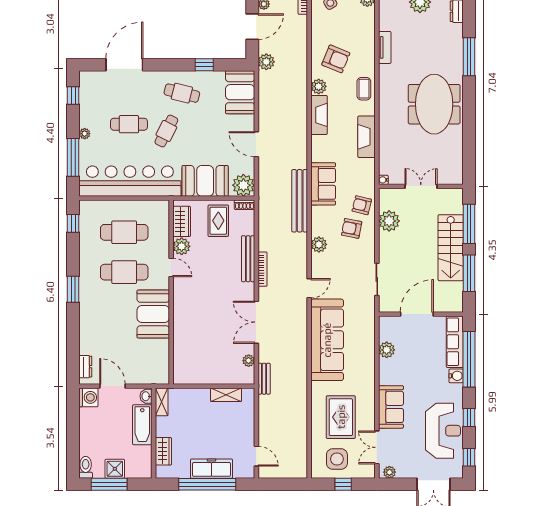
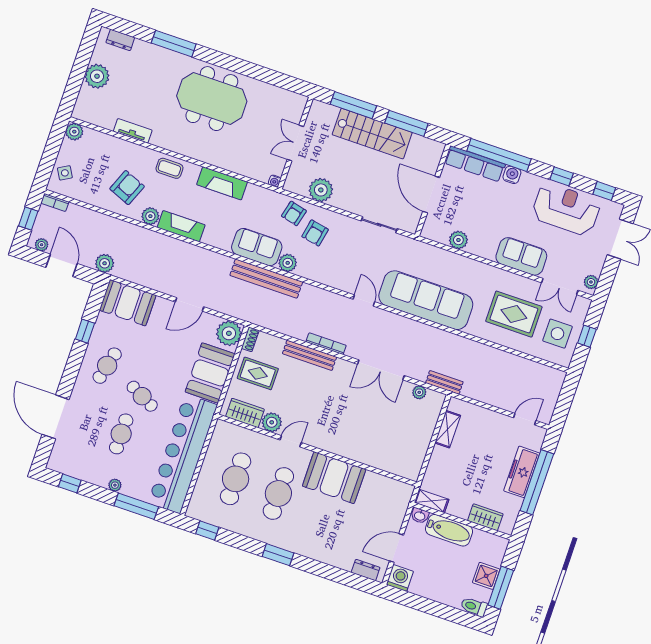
plant: (319, 244) -> (288, 263), moved

